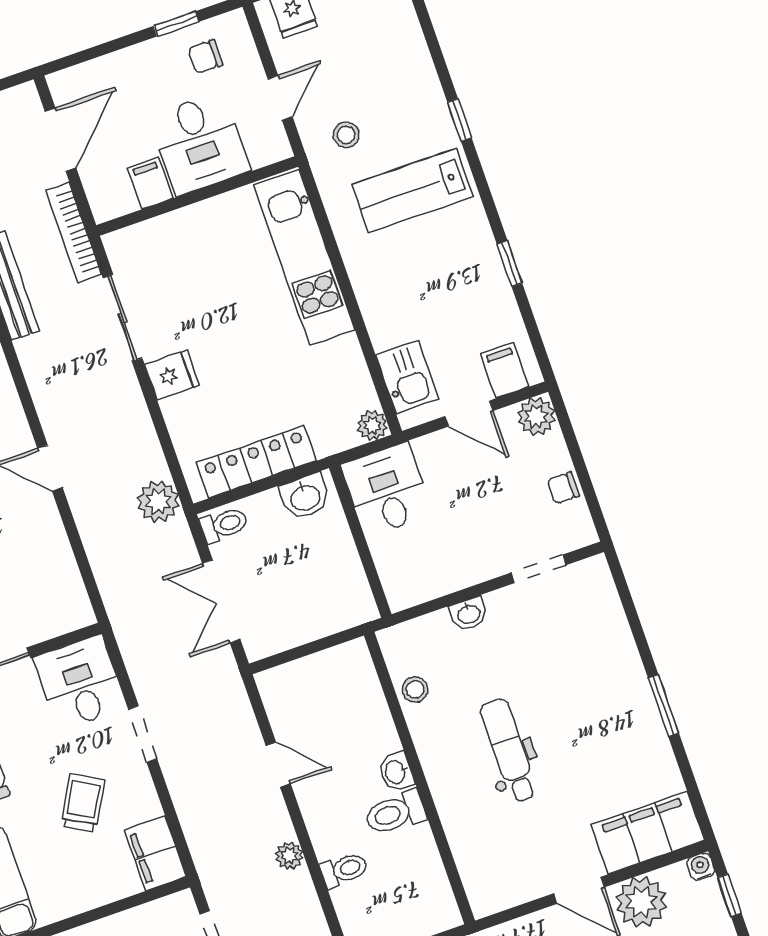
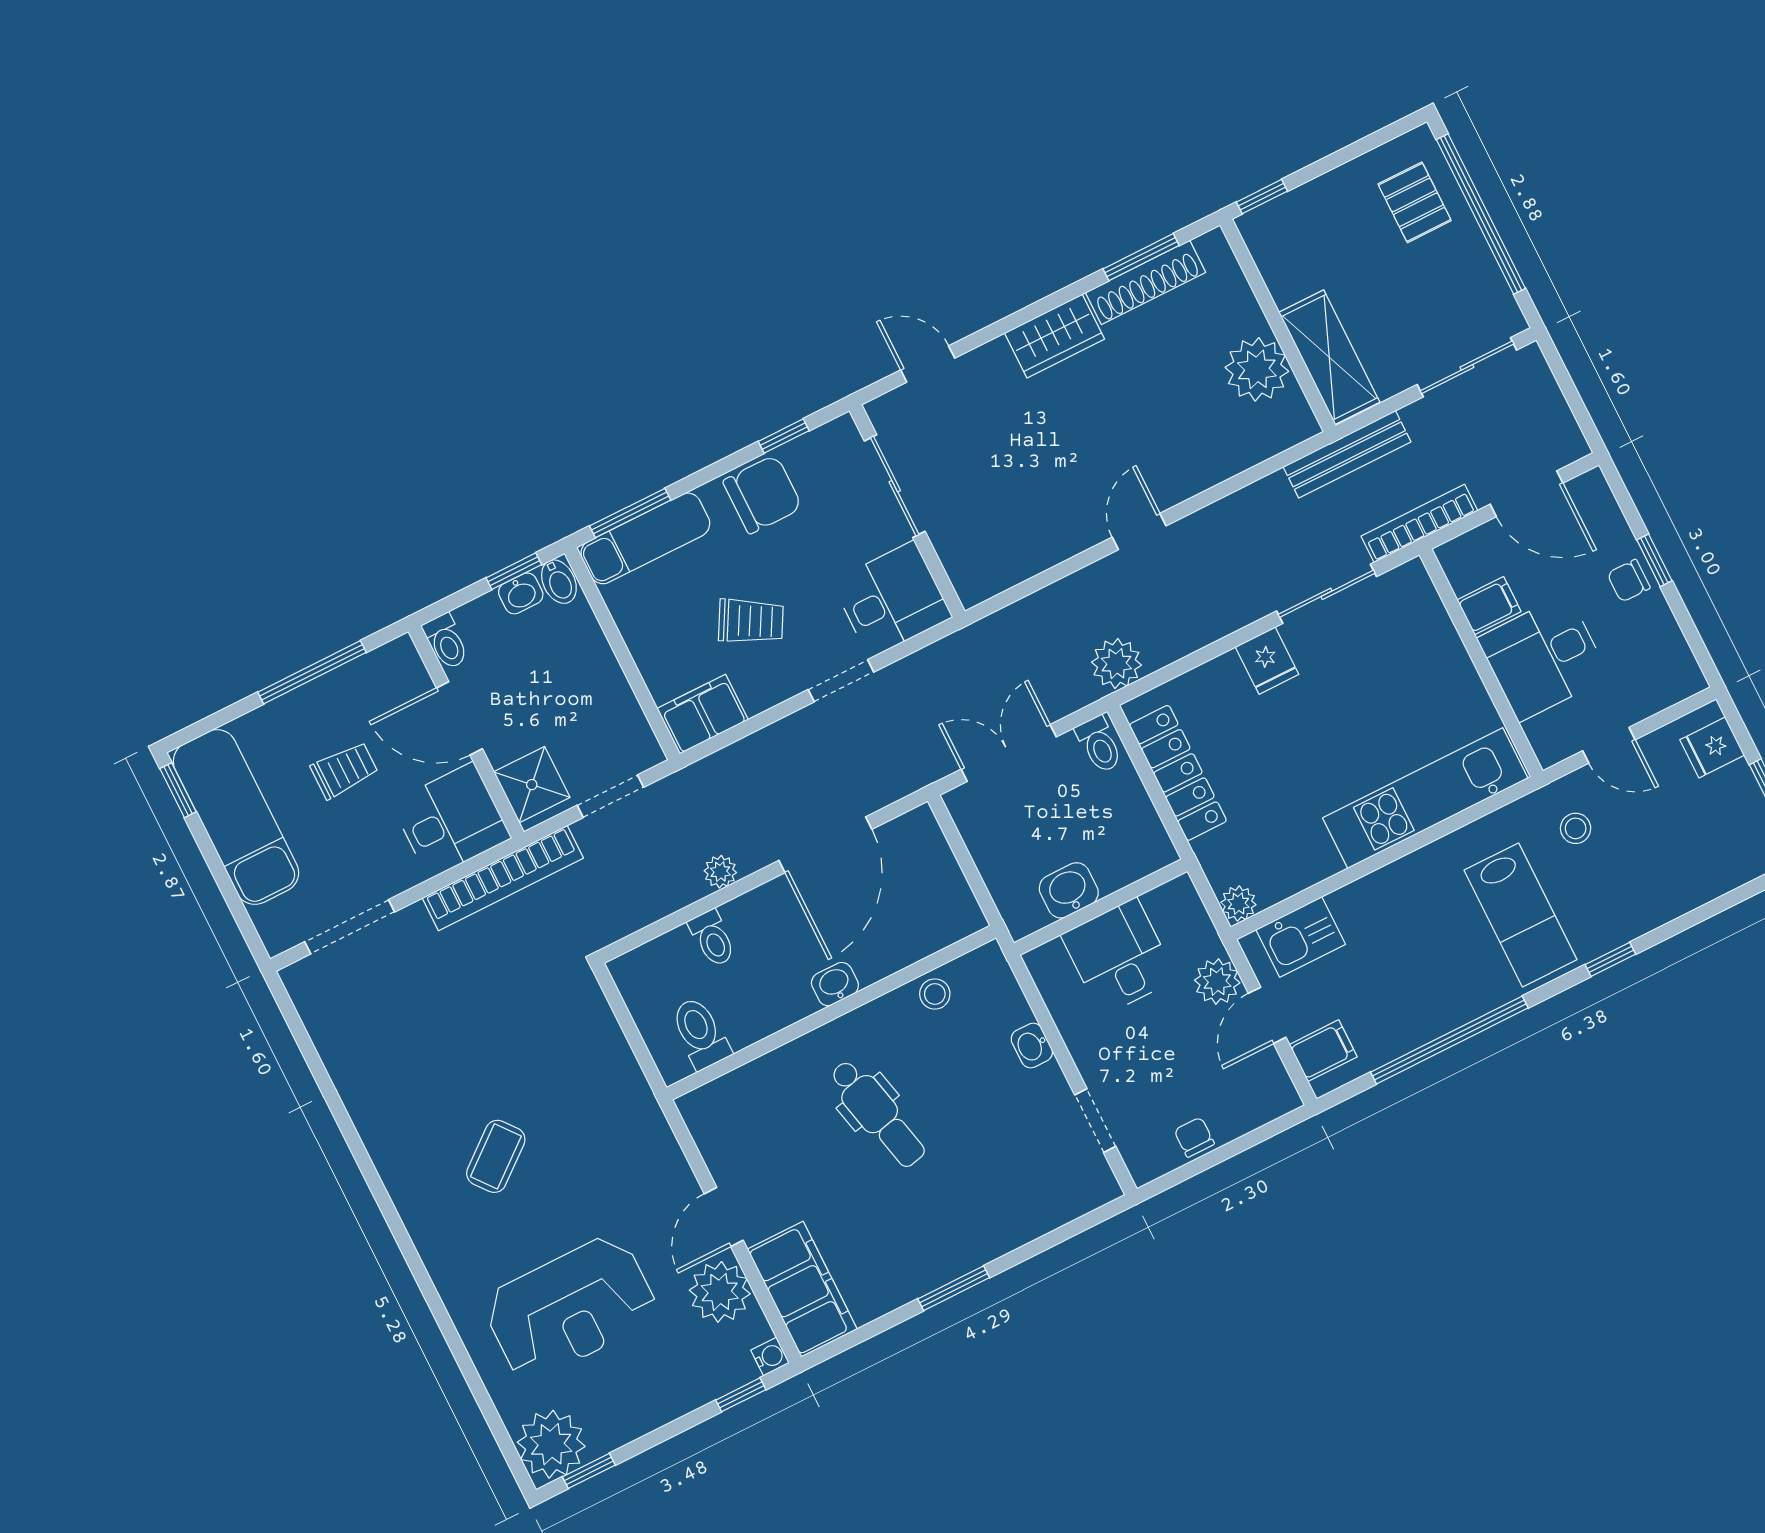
window: (176, 24) -> (1654, 560), moved
chair: (205, 57) -> (1629, 581), moved, turned -90
lab bench: (413, 190) -> (1520, 915), turned 180
window: (509, 264) -> (1449, 1040), width x3.17
plant: (536, 416) -> (1217, 982), moved
desk: (387, 489) -> (1119, 957), moved, turned -90
washbasin: (305, 497) -> (1069, 890), moved, turned 90
dental chair: (509, 750) -> (877, 1114), turned 77
door: (278, 765) -> (825, 845), width x1.88
toilet: (395, 813) -> (700, 1033), moved

